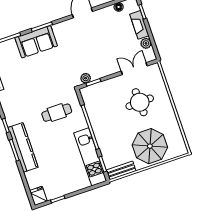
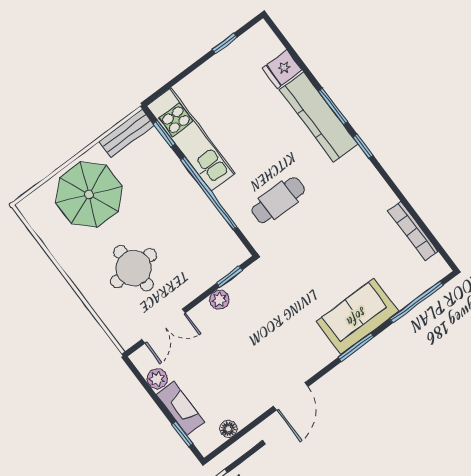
plant: (86, 78) -> (219, 300), moved
fridge: (38, 196) -> (282, 69), moved, turned 90

